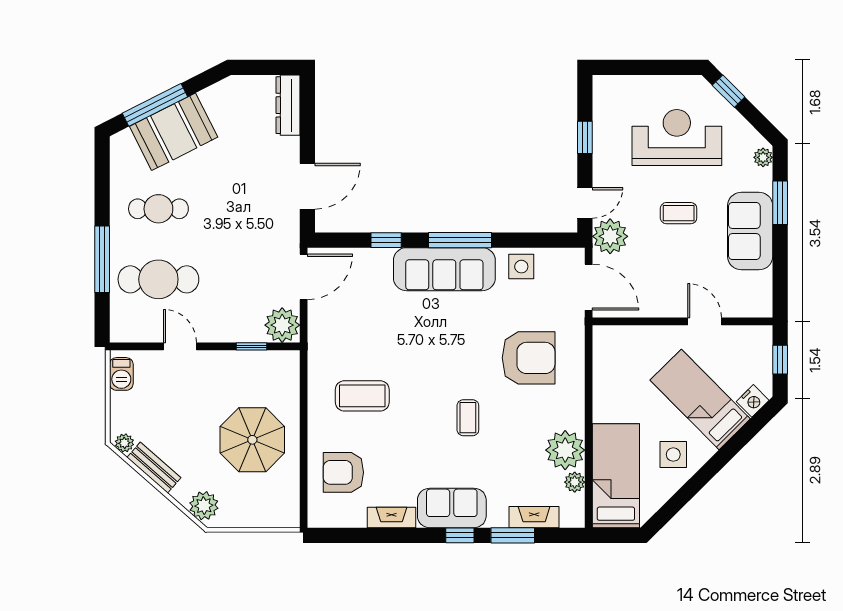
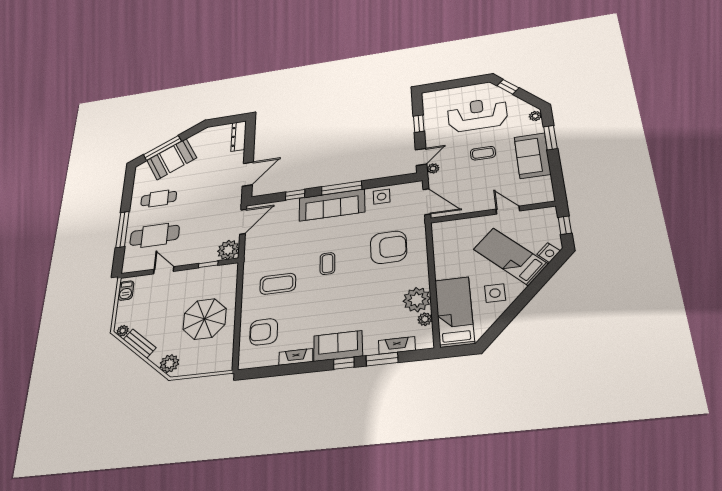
plant: (610, 236) -> (433, 168), width x0.53, depth x0.53
coffee table: (468, 418) -> (327, 264), moved

